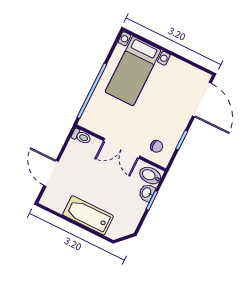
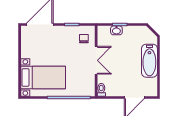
bidet: (150, 176) -> (104, 34), removed

